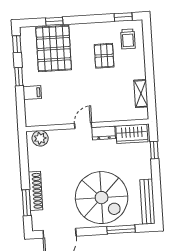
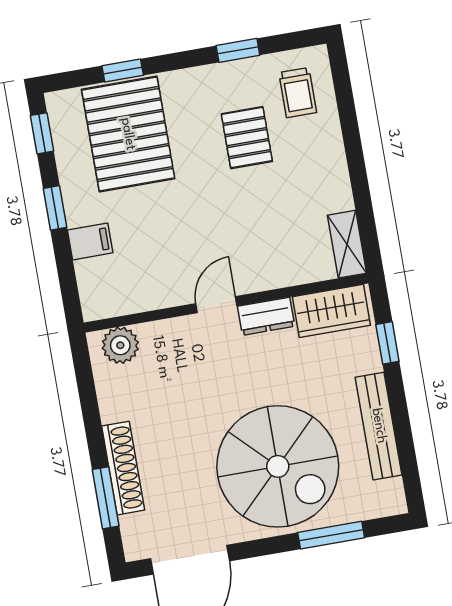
window: (123, 17) -> (238, 50), moved
shelving: (141, 94) -> (347, 244), moved
bench: (147, 202) -> (379, 426), moved

